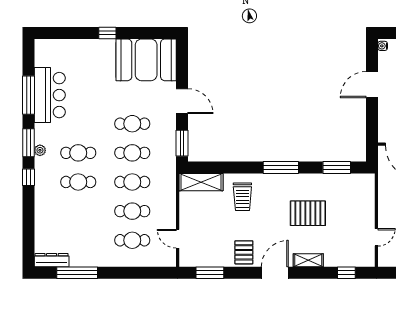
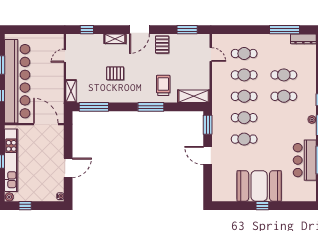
booth: (146, 60) -> (259, 186), moved
cafe table: (78, 153) -> (284, 75), moved
window: (281, 167) -> (151, 107), moved
window: (337, 167) -> (94, 107), width x1.44
shelving: (368, 189) -> (71, 91), added
pallet: (308, 213) -> (115, 73), width x0.67, depth x0.71

